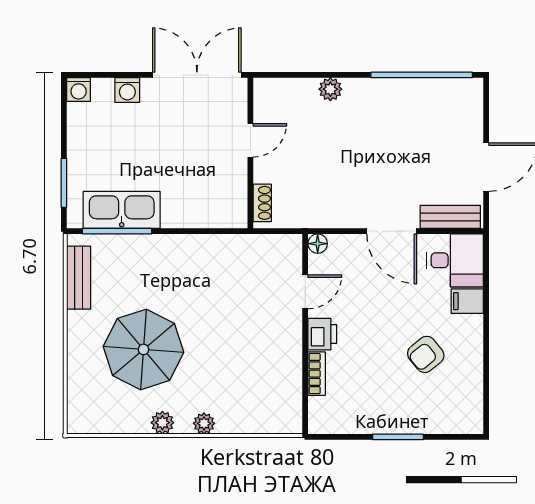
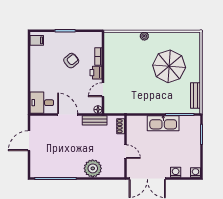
plant: (330, 89) -> (93, 168), width x1.88, depth x1.88
door: (250, 140) -> (125, 152), swing flipped
kitchen sink: (122, 210) -> (163, 123), moved
bench: (450, 217) -> (95, 120), moved
filing cabinet: (467, 301) -> (37, 40), moved
armchair: (426, 354) -> (71, 61), moved
plant: (162, 423) -> (161, 36), removed

